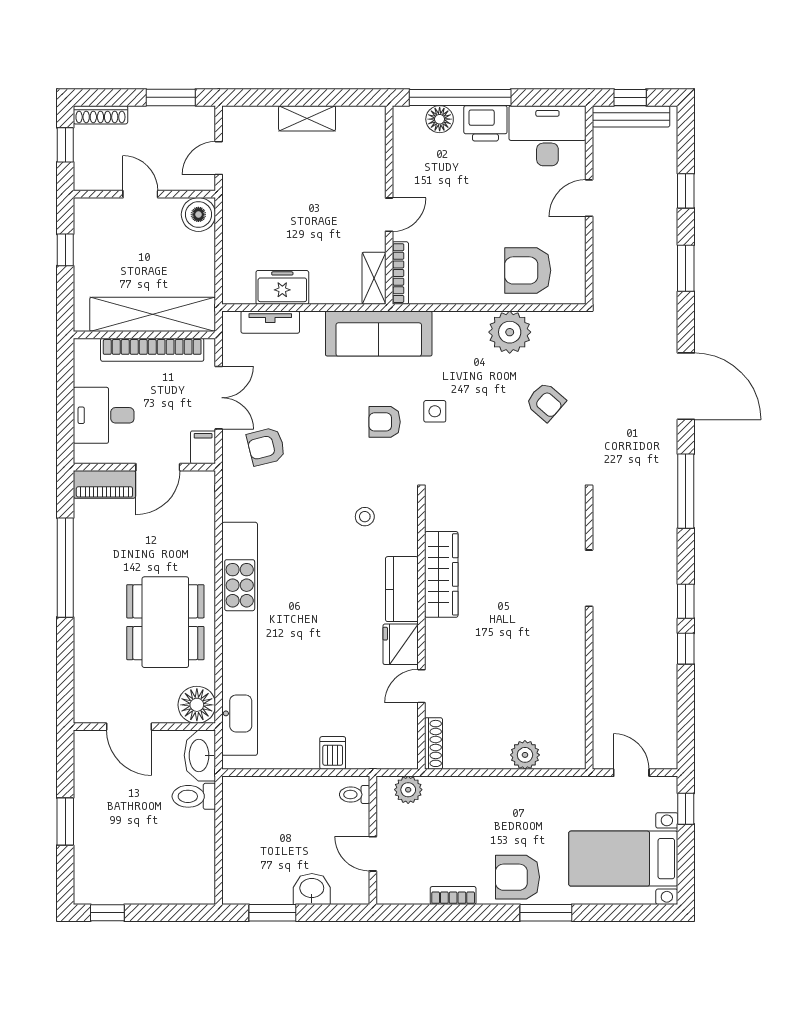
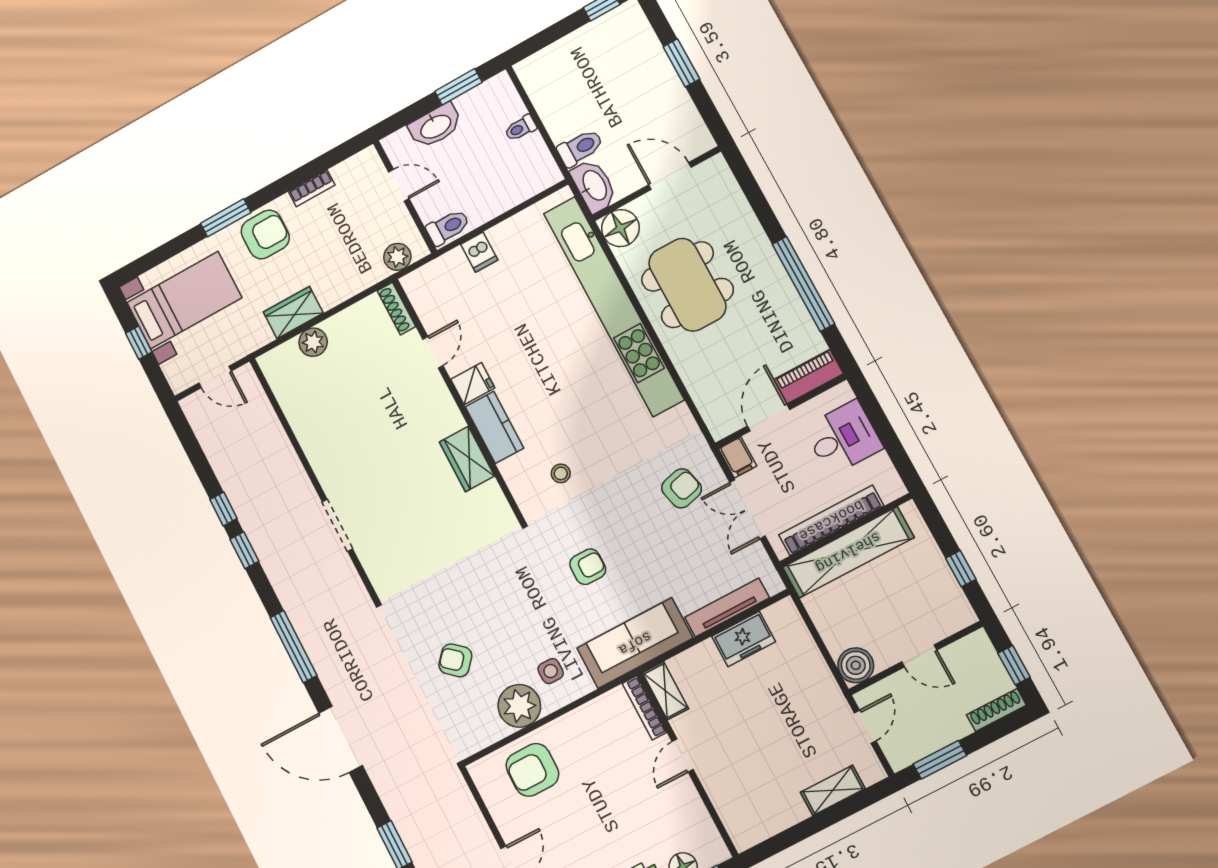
shelving: (307, 118) -> (833, 790), moved
armchair: (528, 270) -> (532, 770), turned 180
tv unit: (270, 322) -> (727, 608), width x1.41
side table: (435, 411) -> (551, 671), moved
wardrobe: (441, 574) -> (467, 459), width x0.67
fridge: (401, 644) -> (473, 384), width x0.72
wardrobe: (529, 792) -> (293, 313), added
toilet: (355, 795) -> (448, 227), width x1.37, depth x1.39
window: (686, 809) -> (139, 343), moved
toilet: (237, 844) -> (520, 128), added
washbasin: (312, 889) -> (435, 126), width x1.38

